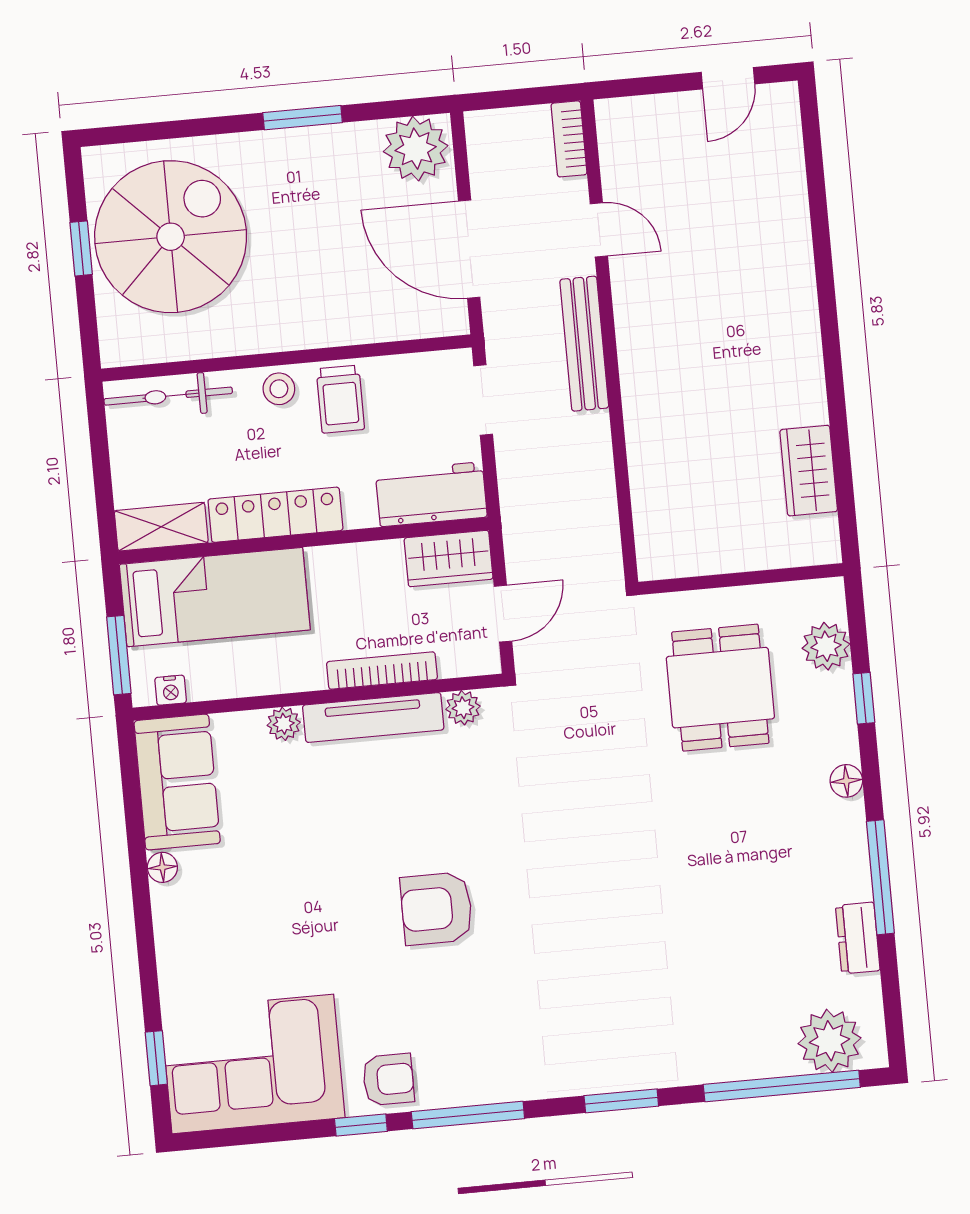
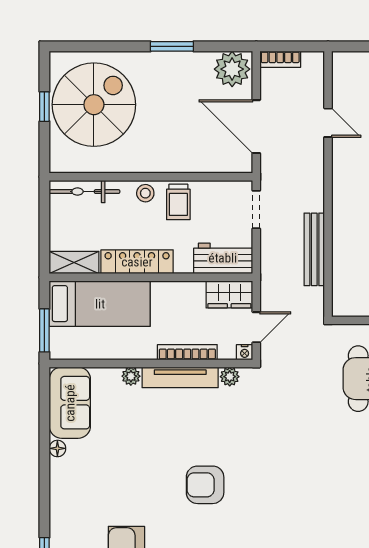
bookcase: (569, 139) -> (280, 59), moved, turned -90
bench: (584, 344) -> (314, 249), moved
nightstand: (171, 690) -> (245, 352), moved

